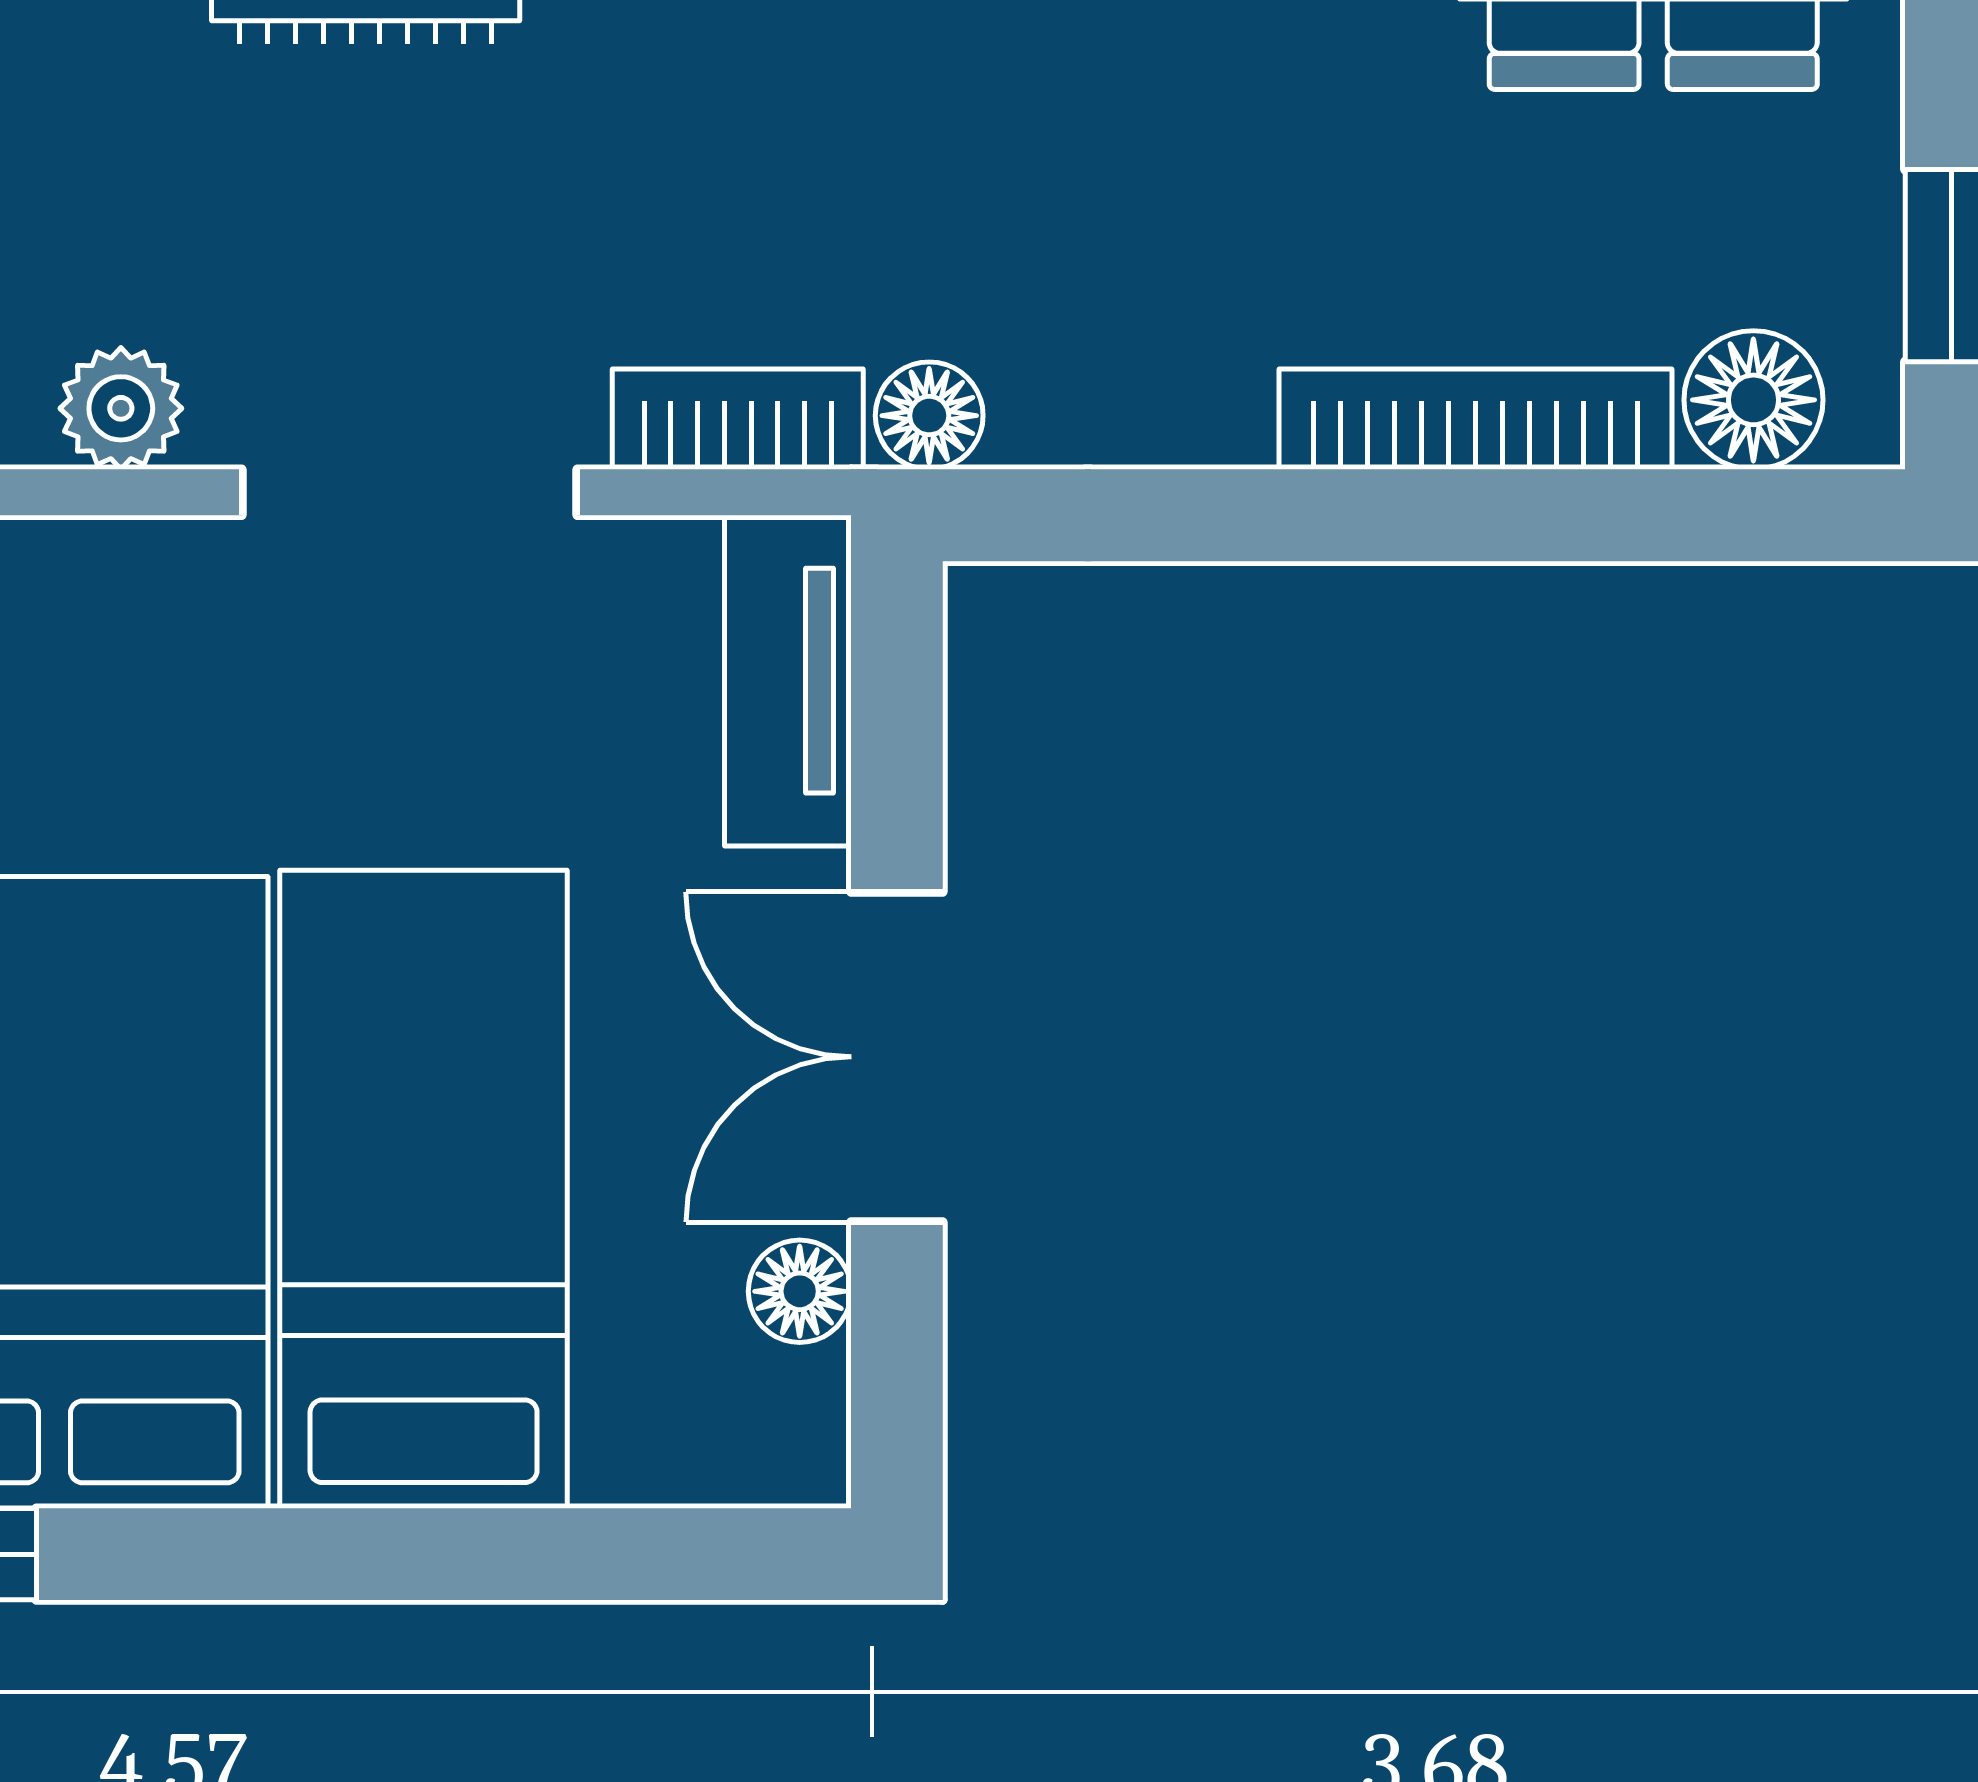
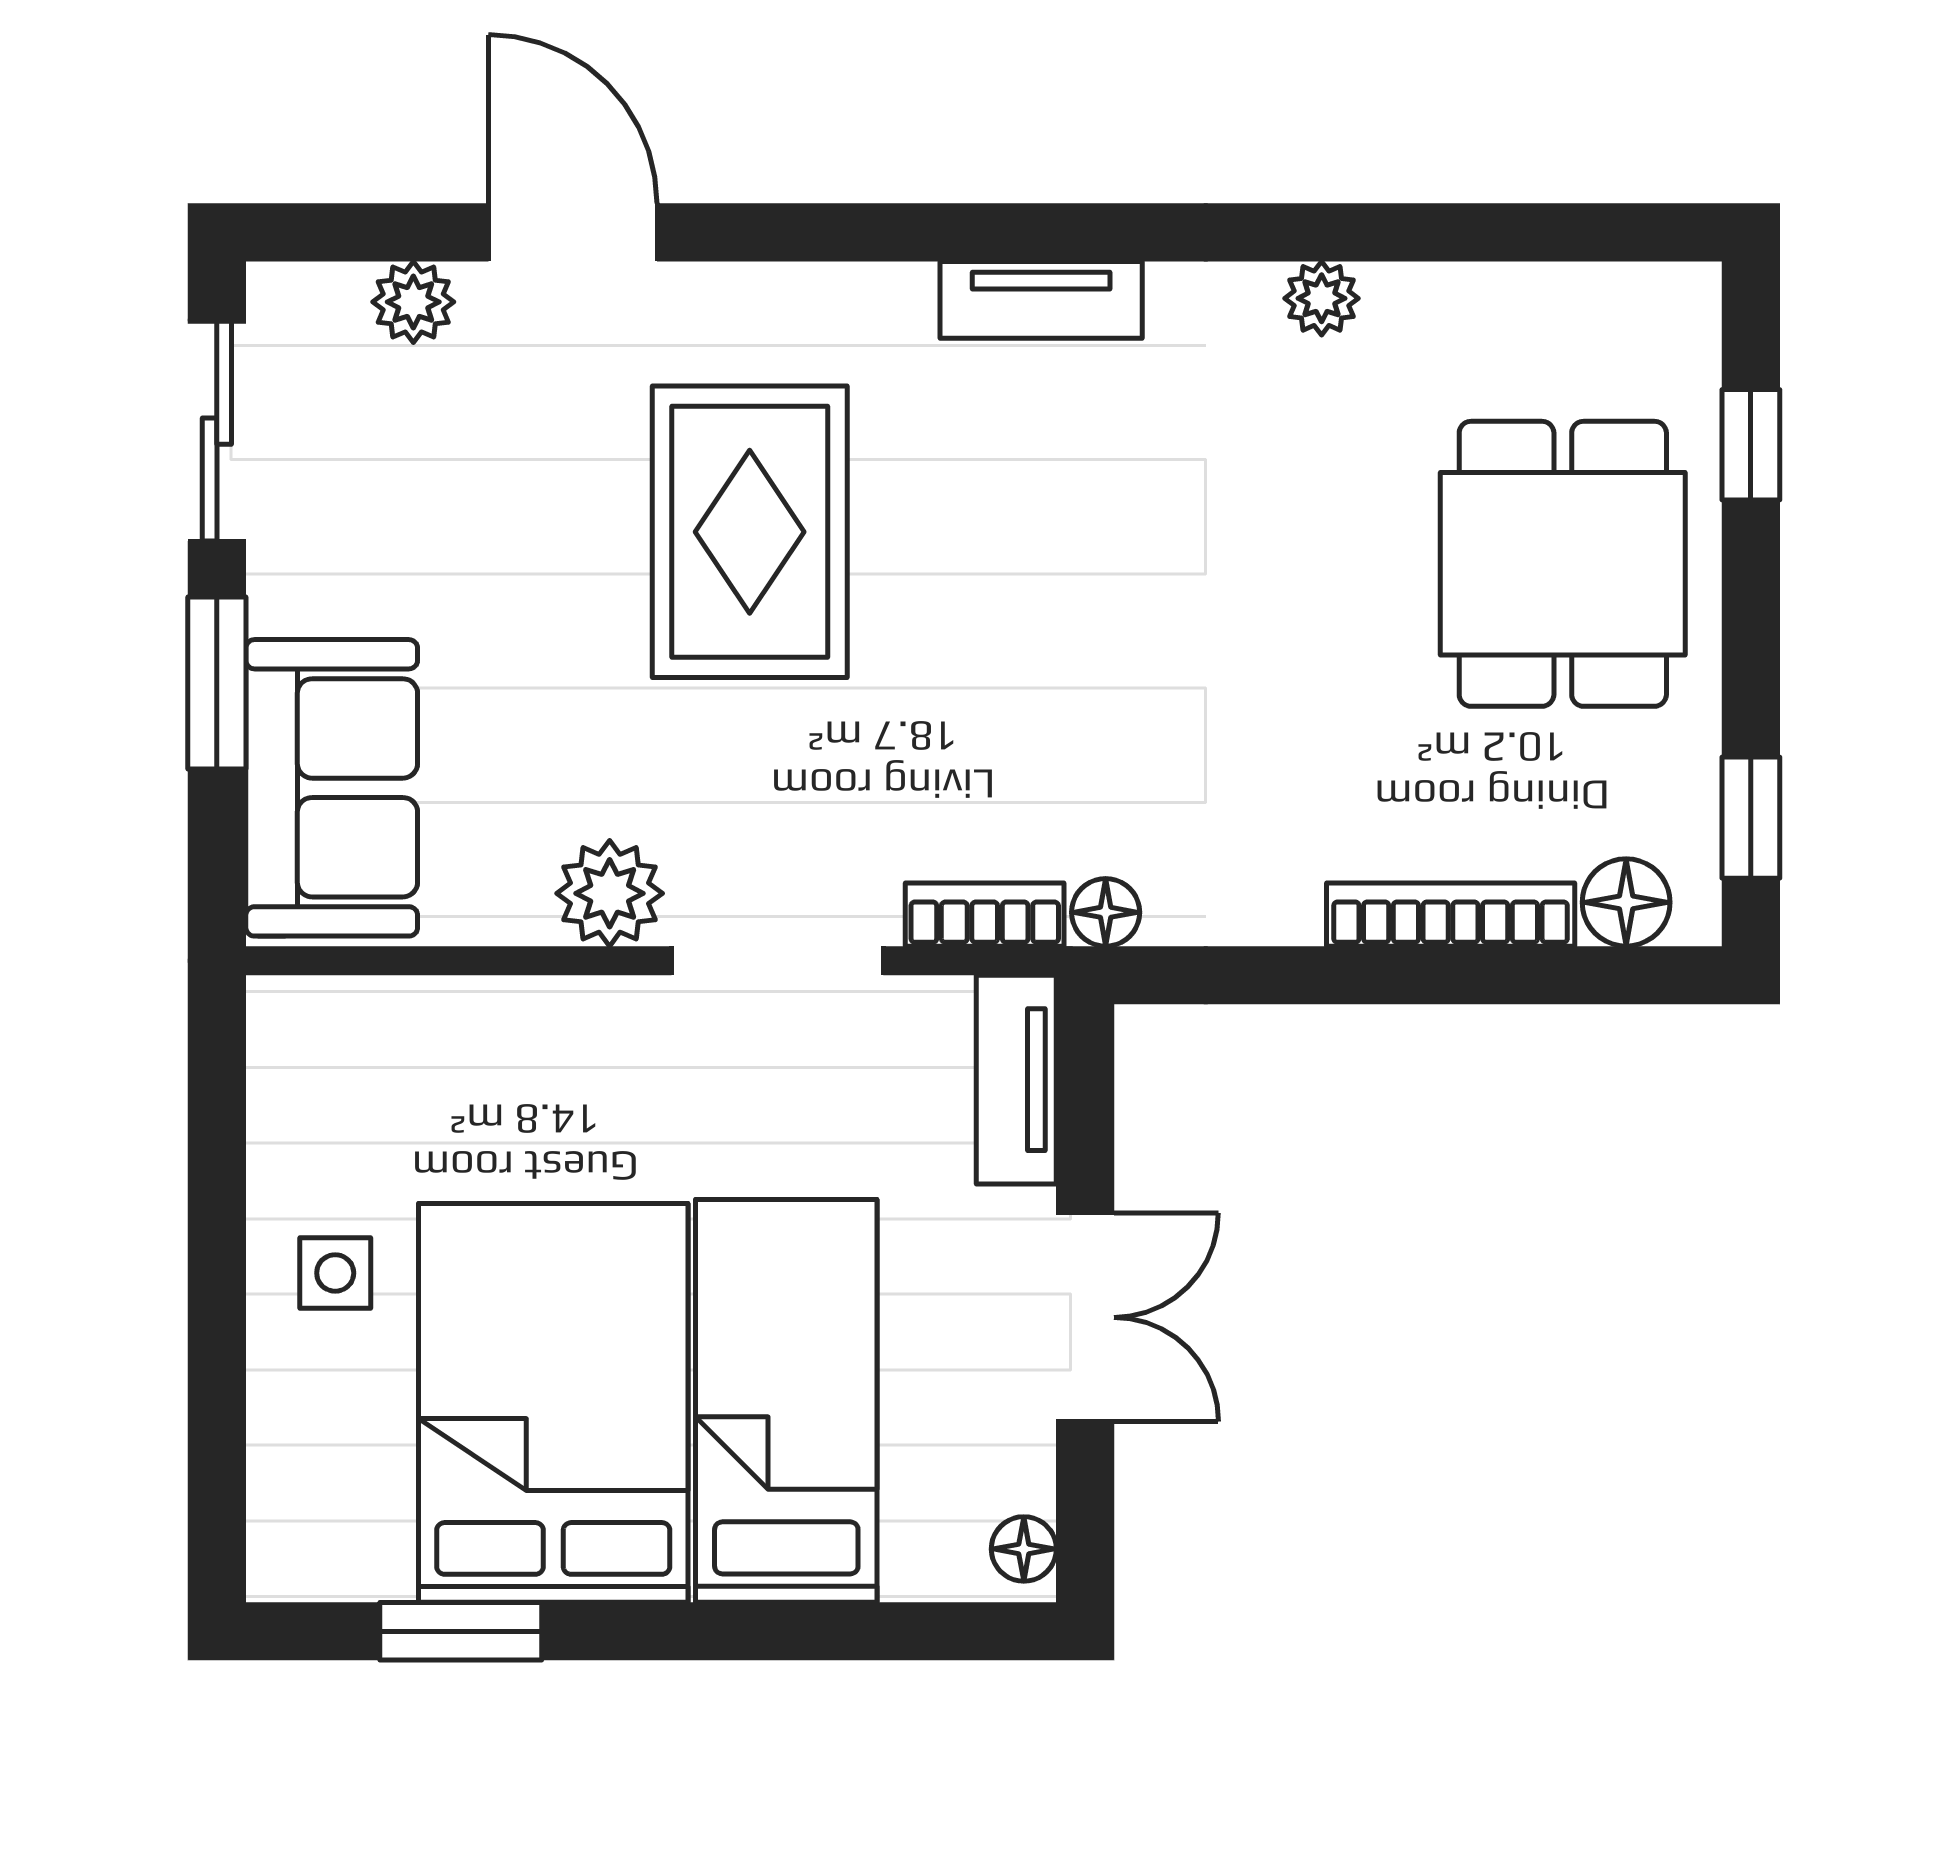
plant: (121, 408) -> (610, 893), width x1.38, depth x1.38
double door: (897, 1057) -> (1085, 1317), swing flipped
floor lamp: (800, 1291) -> (1024, 1549), moved

